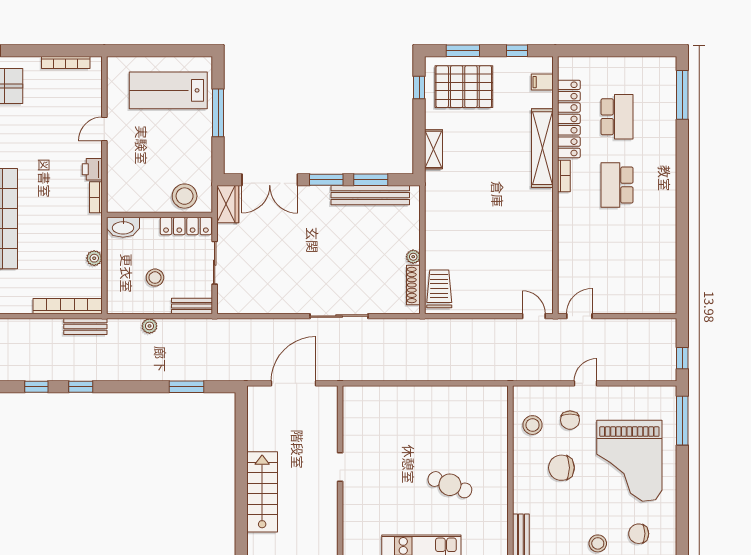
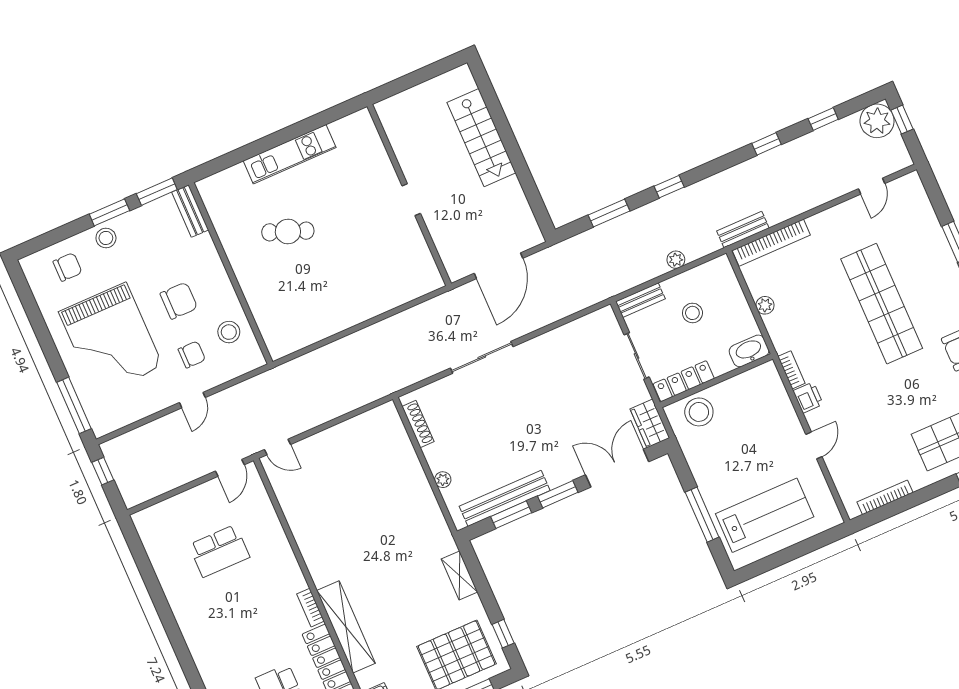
school desk: (617, 185) -> (219, 551), moved, turned 90
plant: (413, 257) -> (443, 480), moved
trolley: (439, 289) -> (389, 432), removed
window: (81, 387) -> (669, 187), moved
chair: (570, 420) -> (192, 354), turned 90
grand piano: (629, 461) -> (111, 339), turned 180

